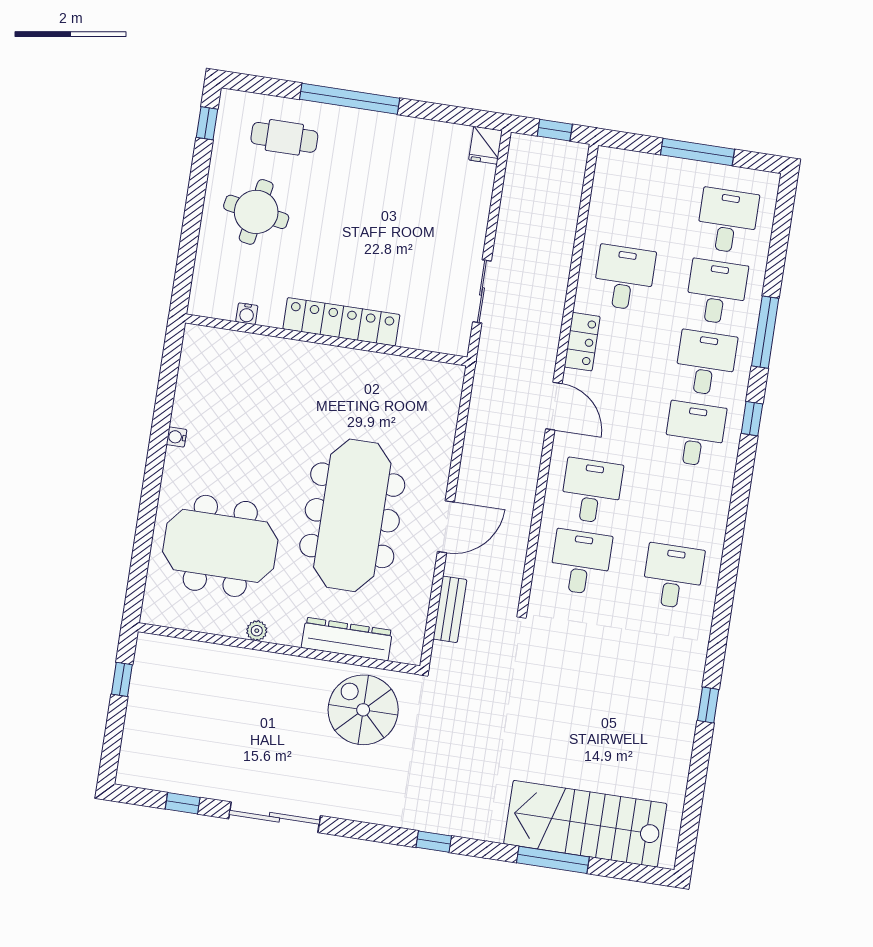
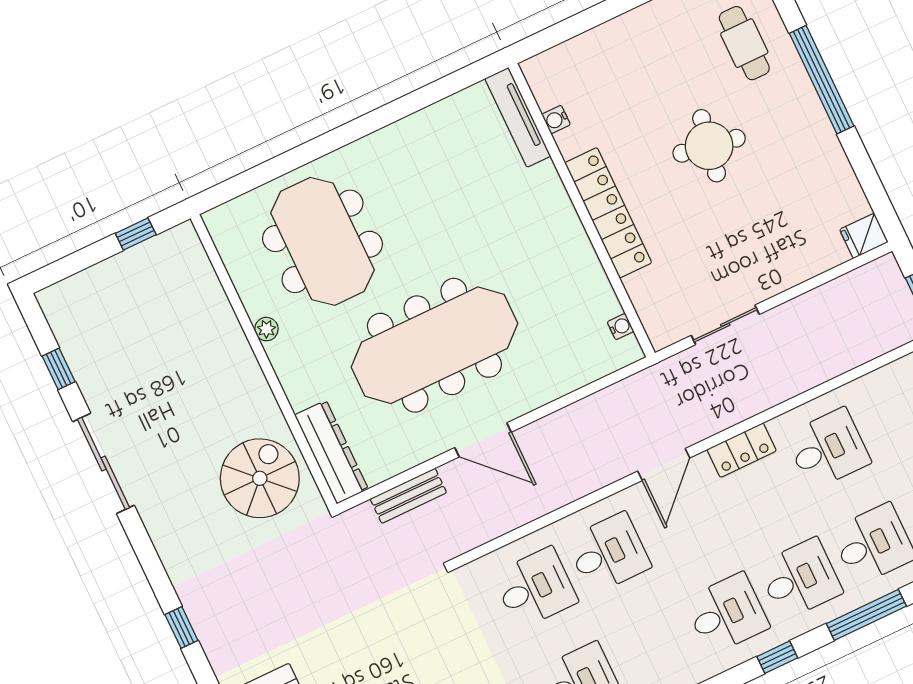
round table: (256, 212) -> (709, 146), moved
tv unit: (226, 341) -> (518, 117), added
water cooler: (177, 437) -> (620, 327), moved, turned 90
dresser: (347, 639) -> (331, 452), moved

